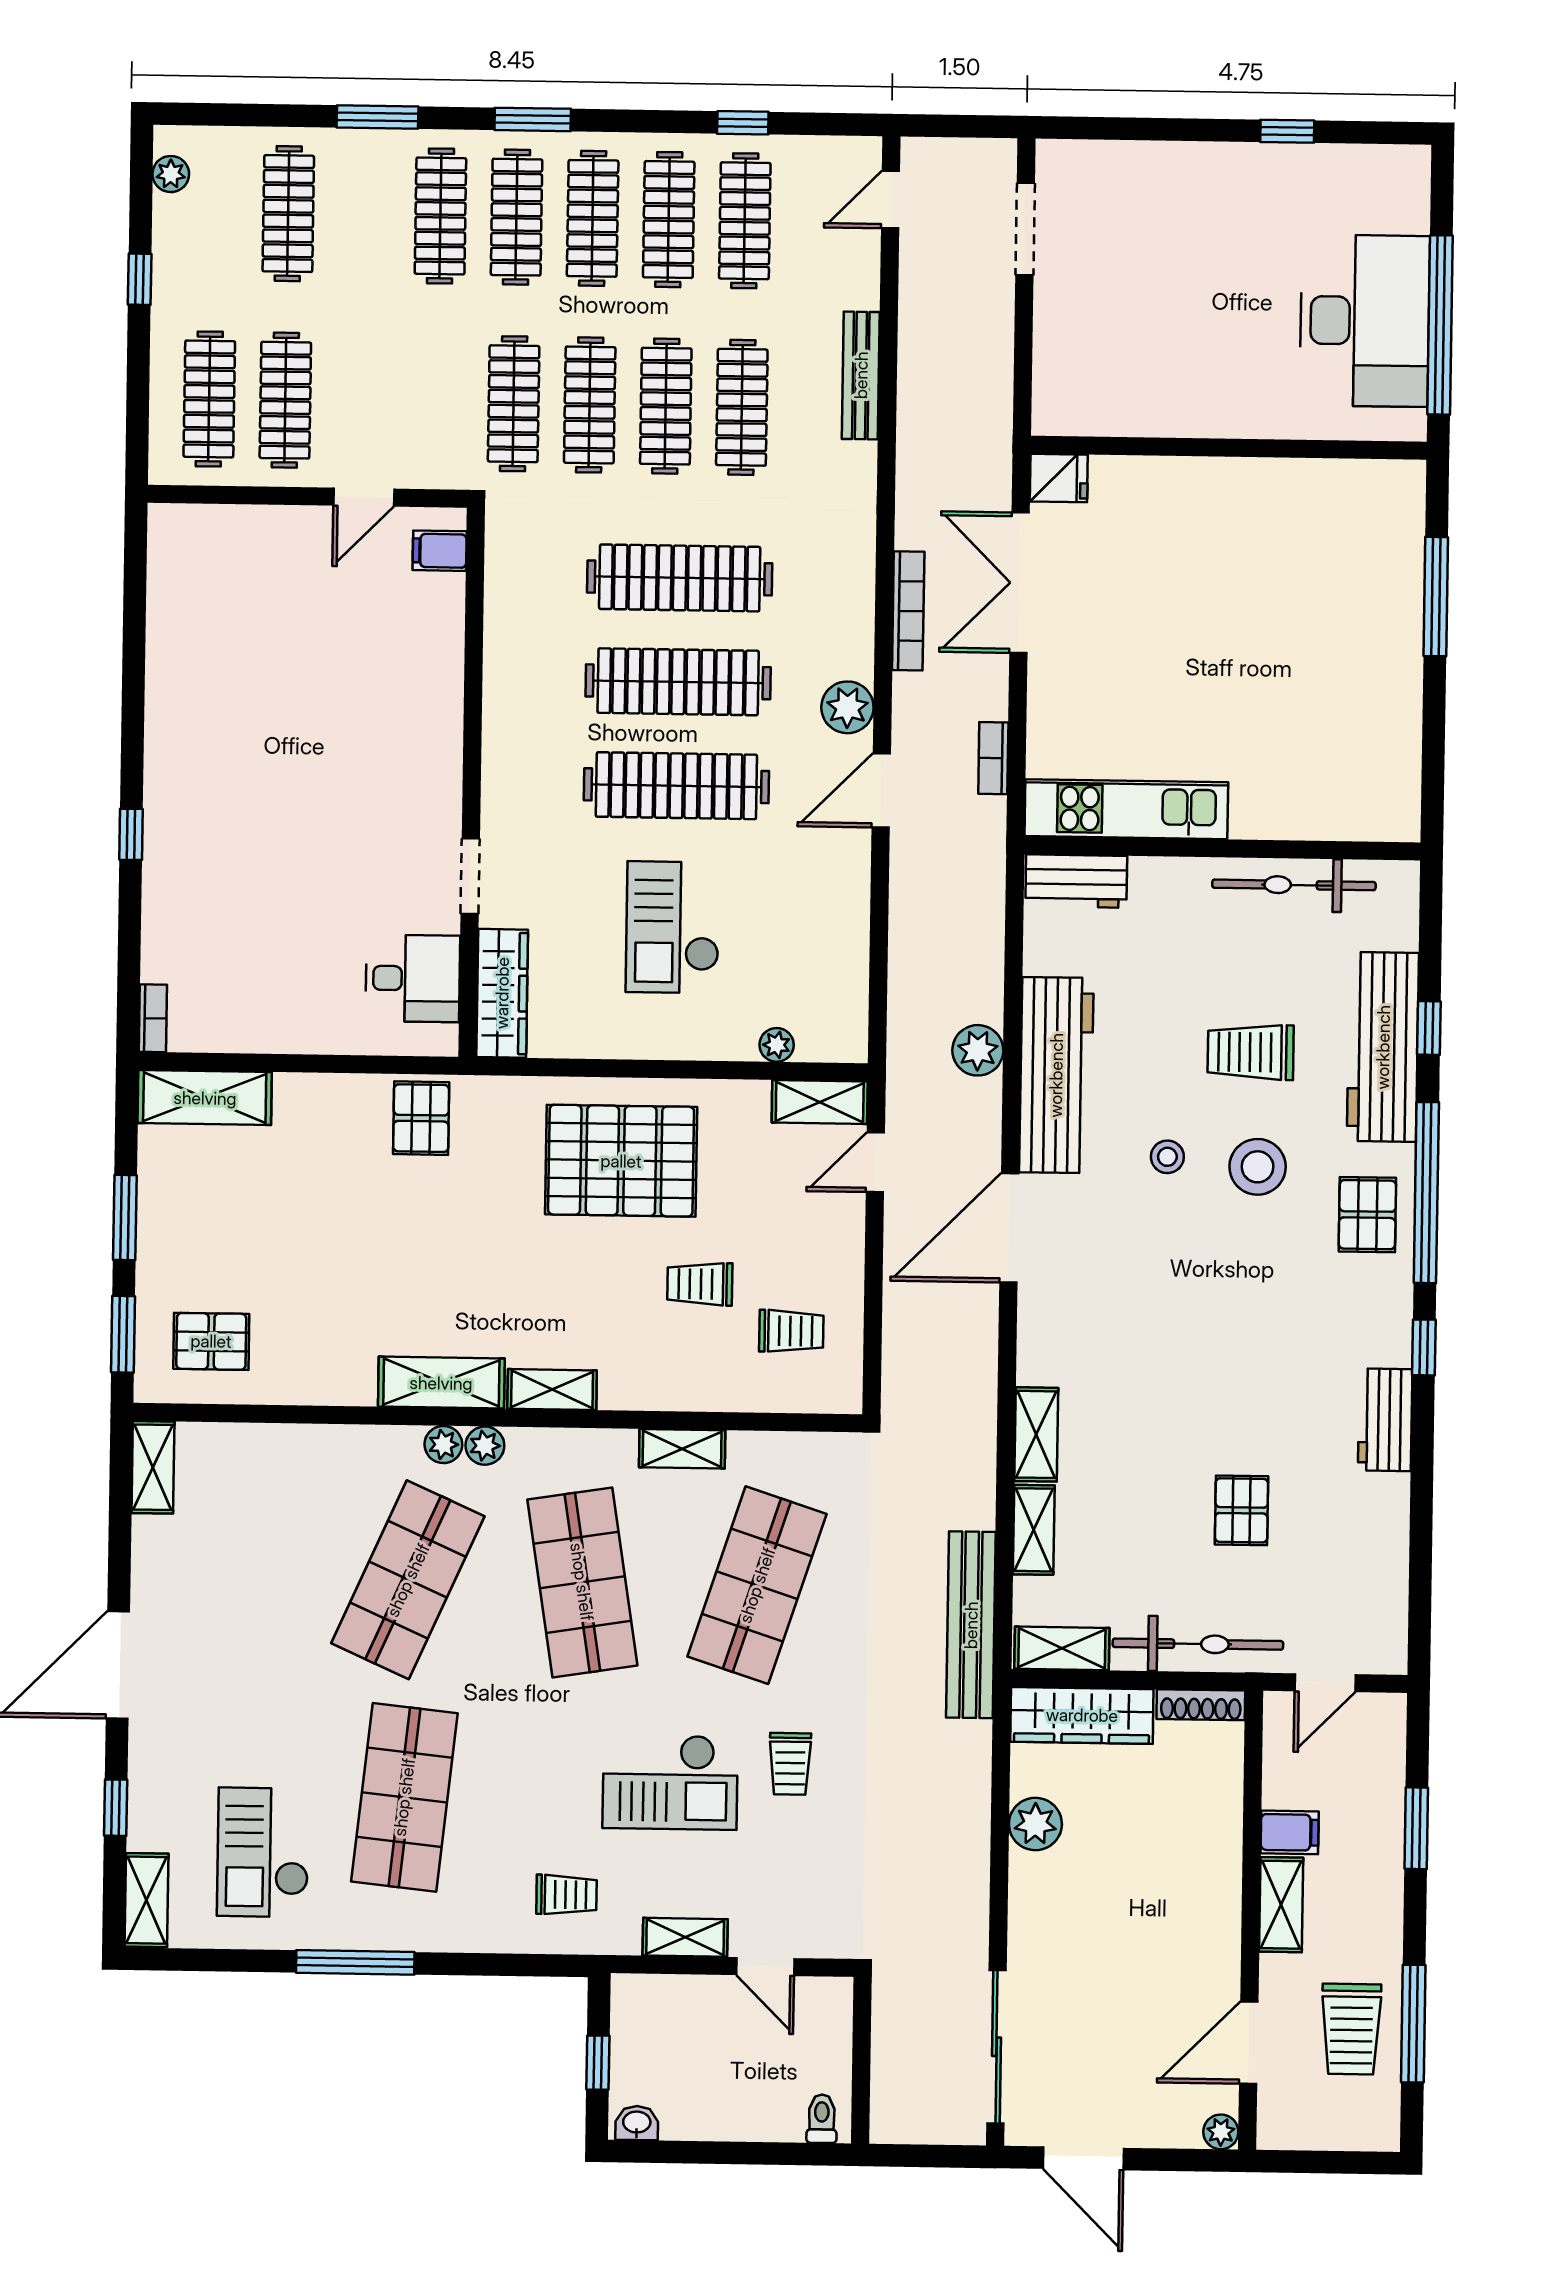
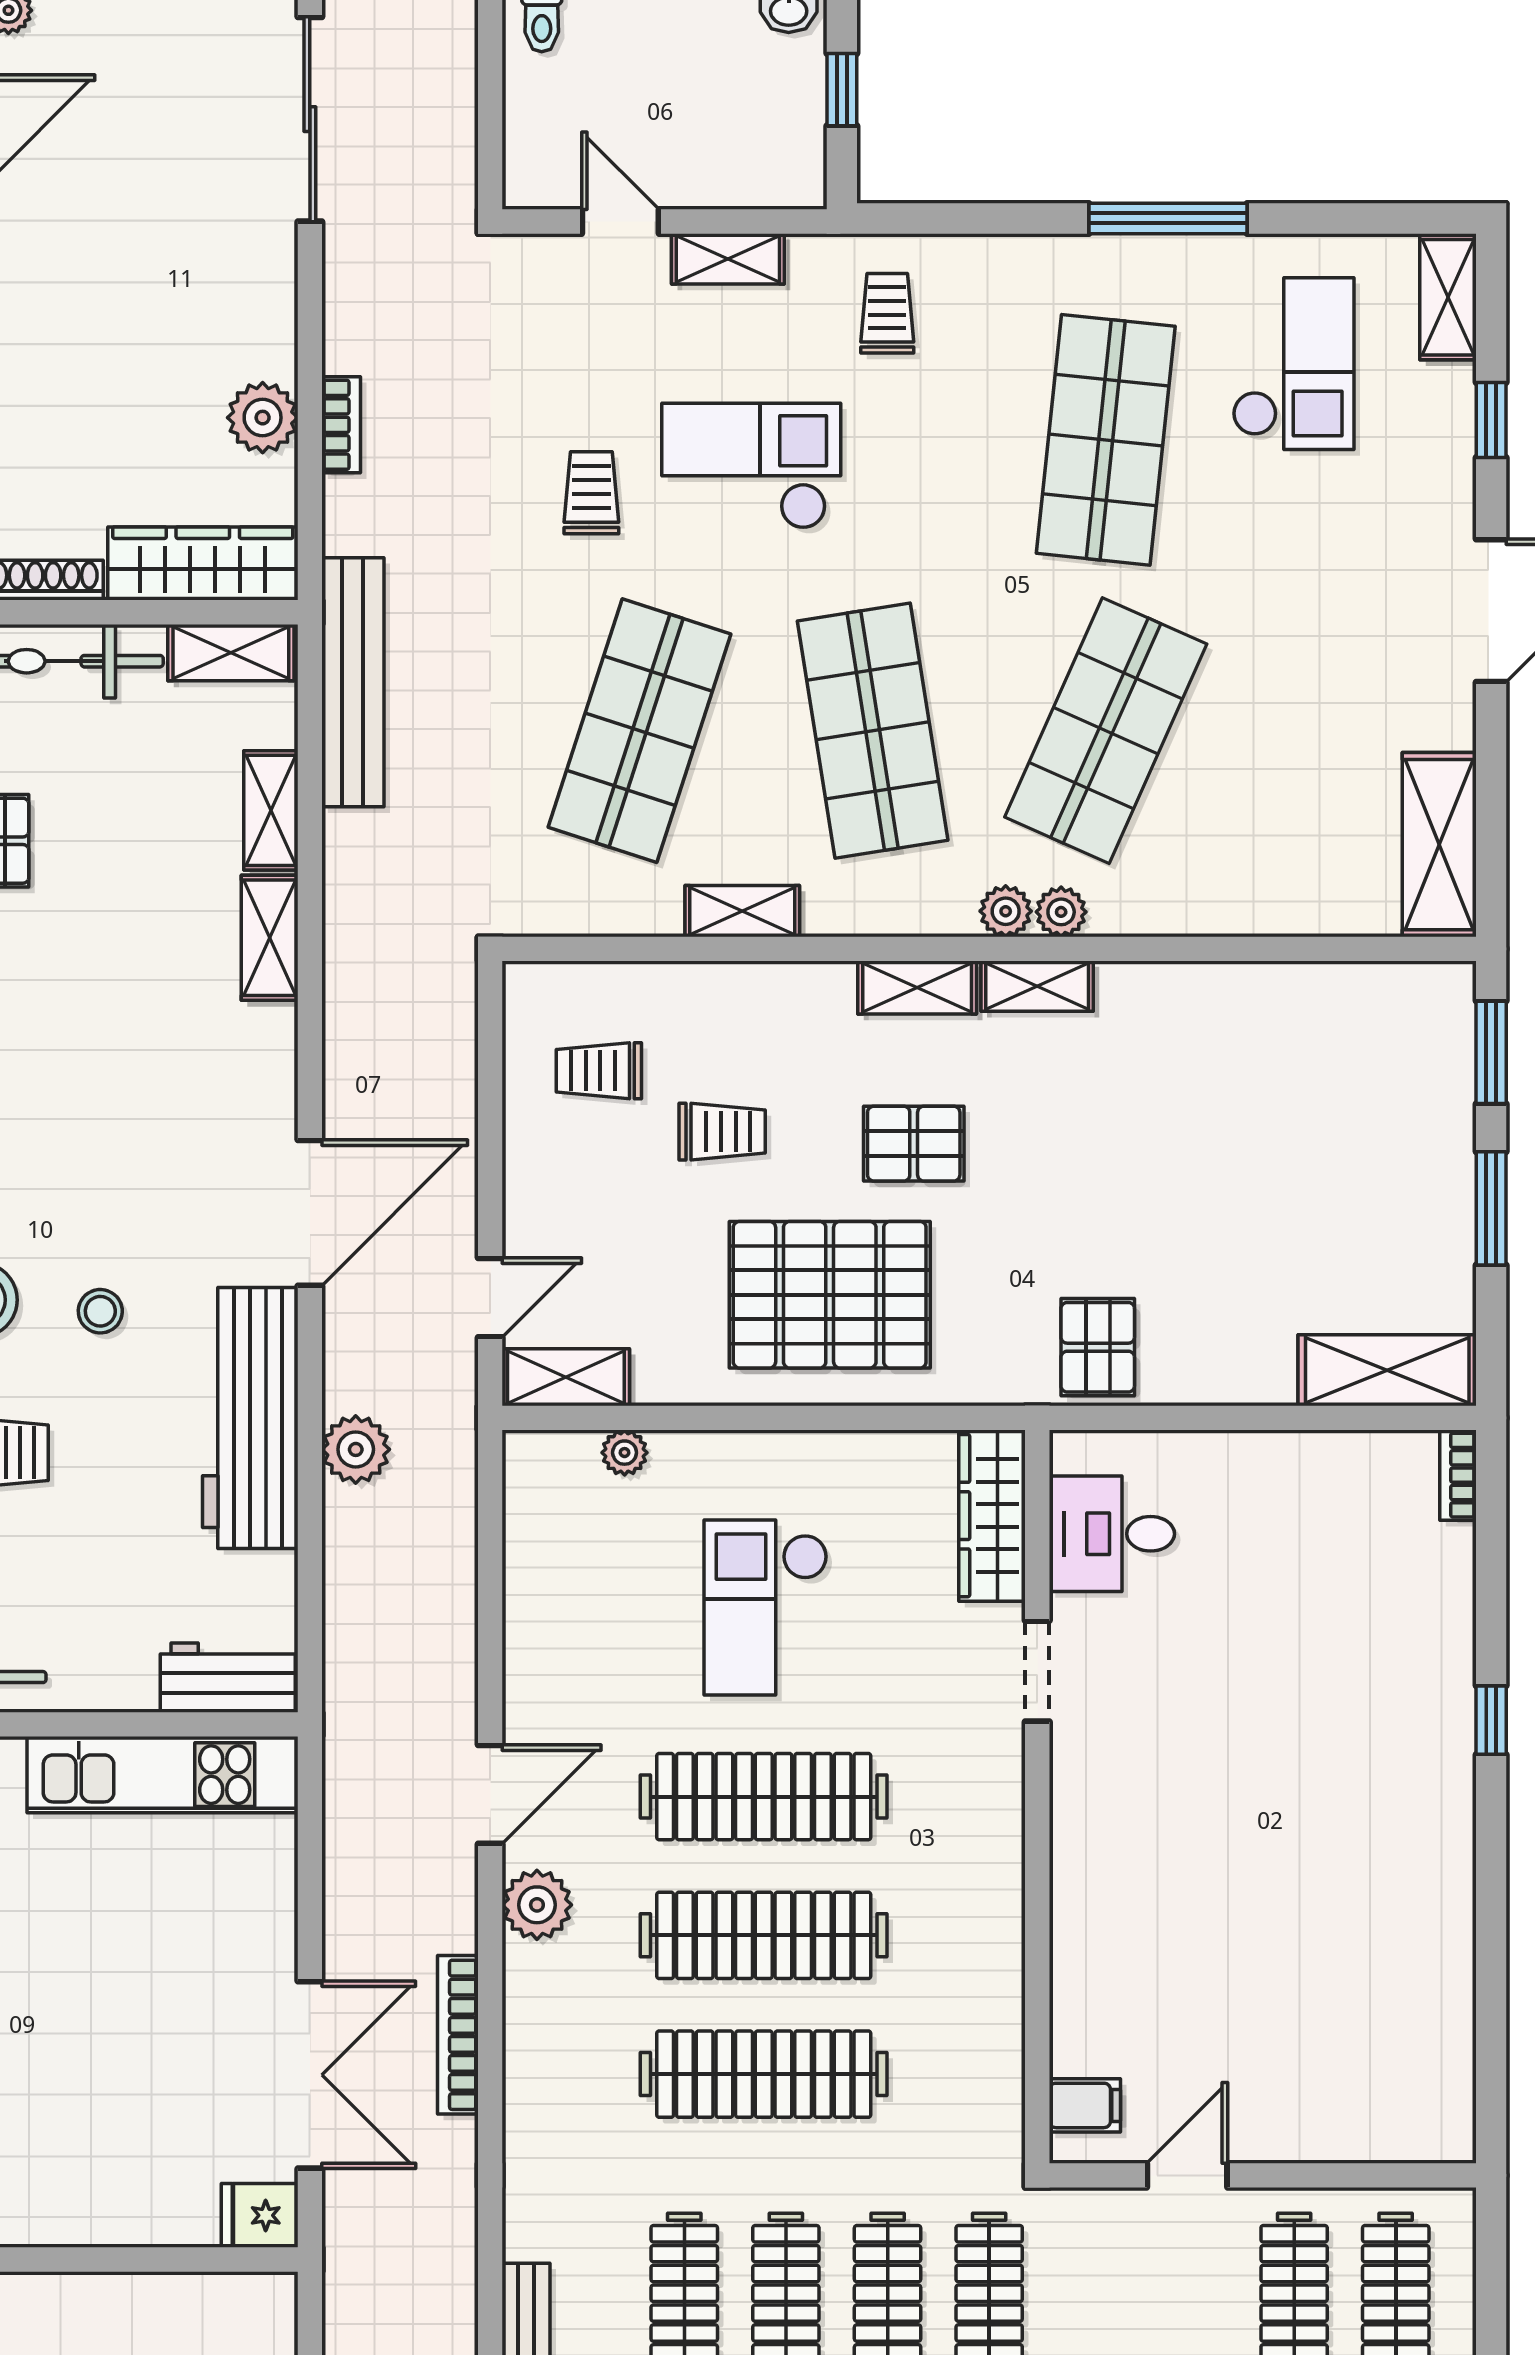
bookcase: (993, 758) -> (341, 425), moved
checkout: (673, 927) -> (766, 1607), turned 180
pallet: (211, 1341) -> (914, 1144), moved
shelving: (441, 1383) -> (1037, 986), width x0.67, depth x0.75
shelving: (153, 1467) -> (1439, 845), width x1.50, depth x1.33
trolley: (566, 1895) -> (887, 313), turned 90

